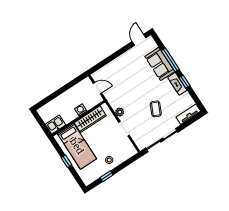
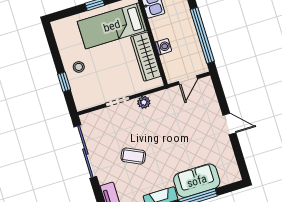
door: (139, 40) -> (229, 124), moved
window: (66, 87) -> (202, 35), added
window: (107, 176) -> (64, 82), moved

